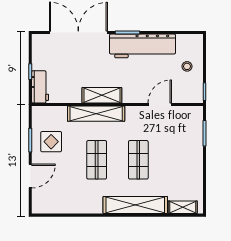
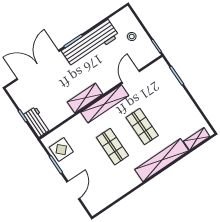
shelving: (96, 114) -> (105, 104), moved
display table: (51, 142) -> (61, 150), moved

